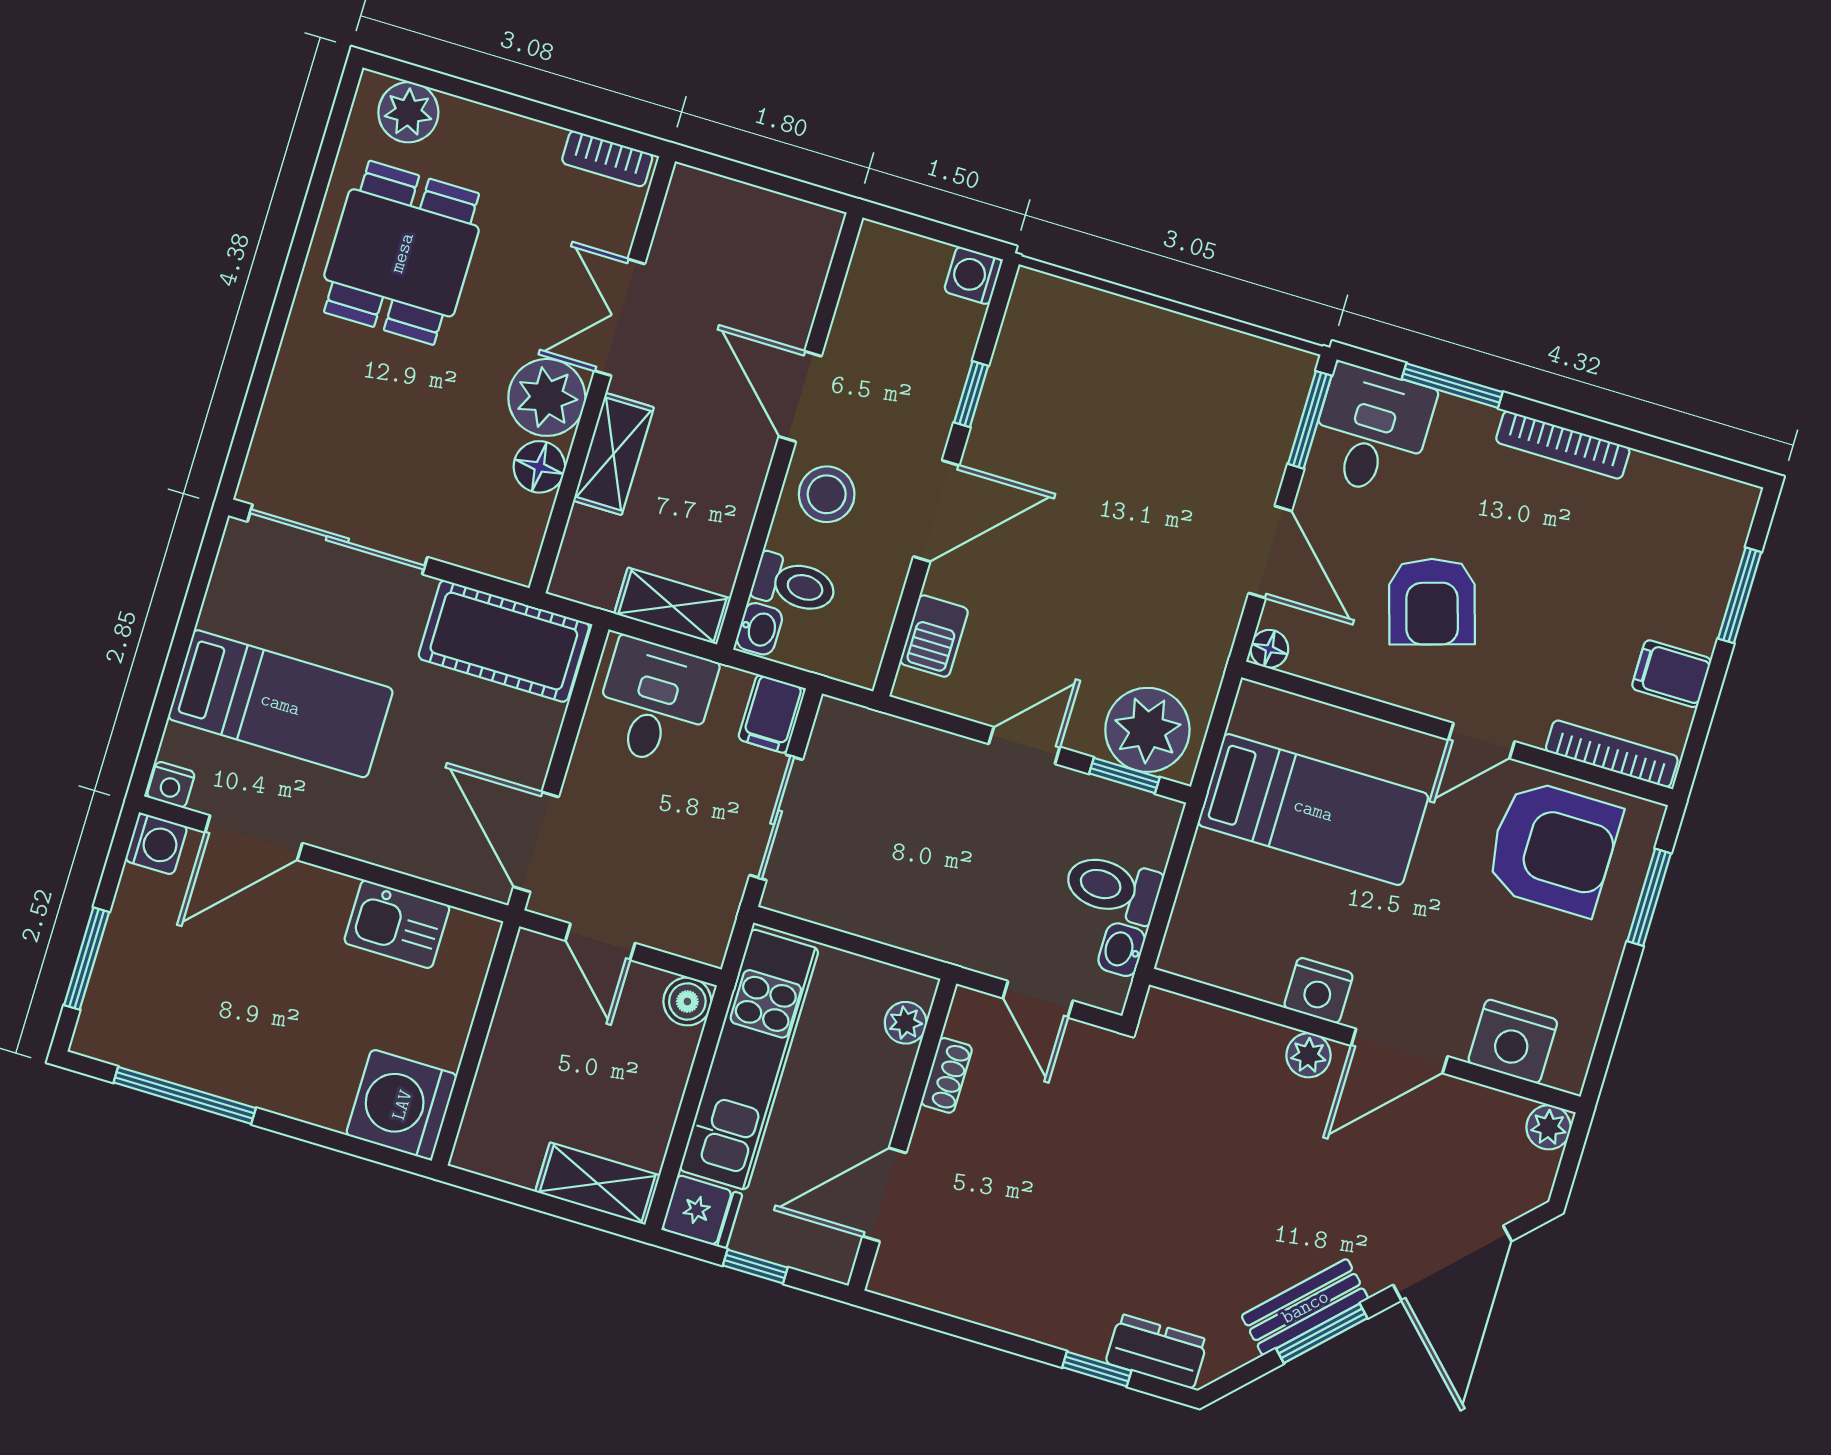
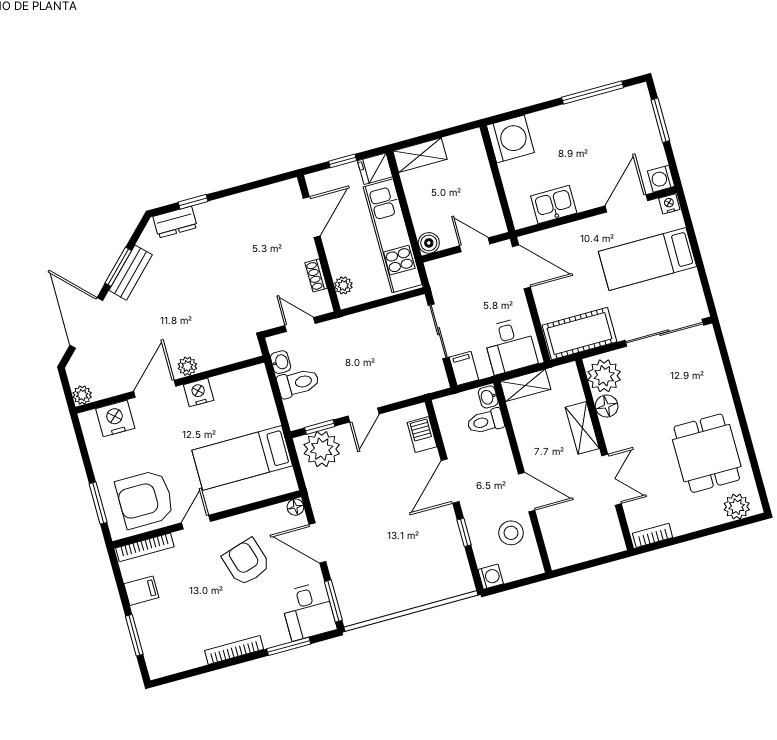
plant: (547, 397) -> (604, 376), moved
stool: (827, 494) -> (511, 533), moved

